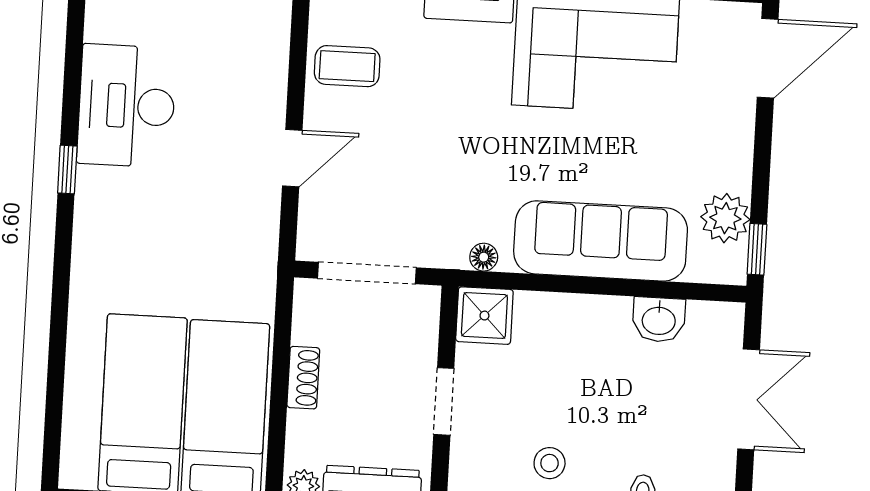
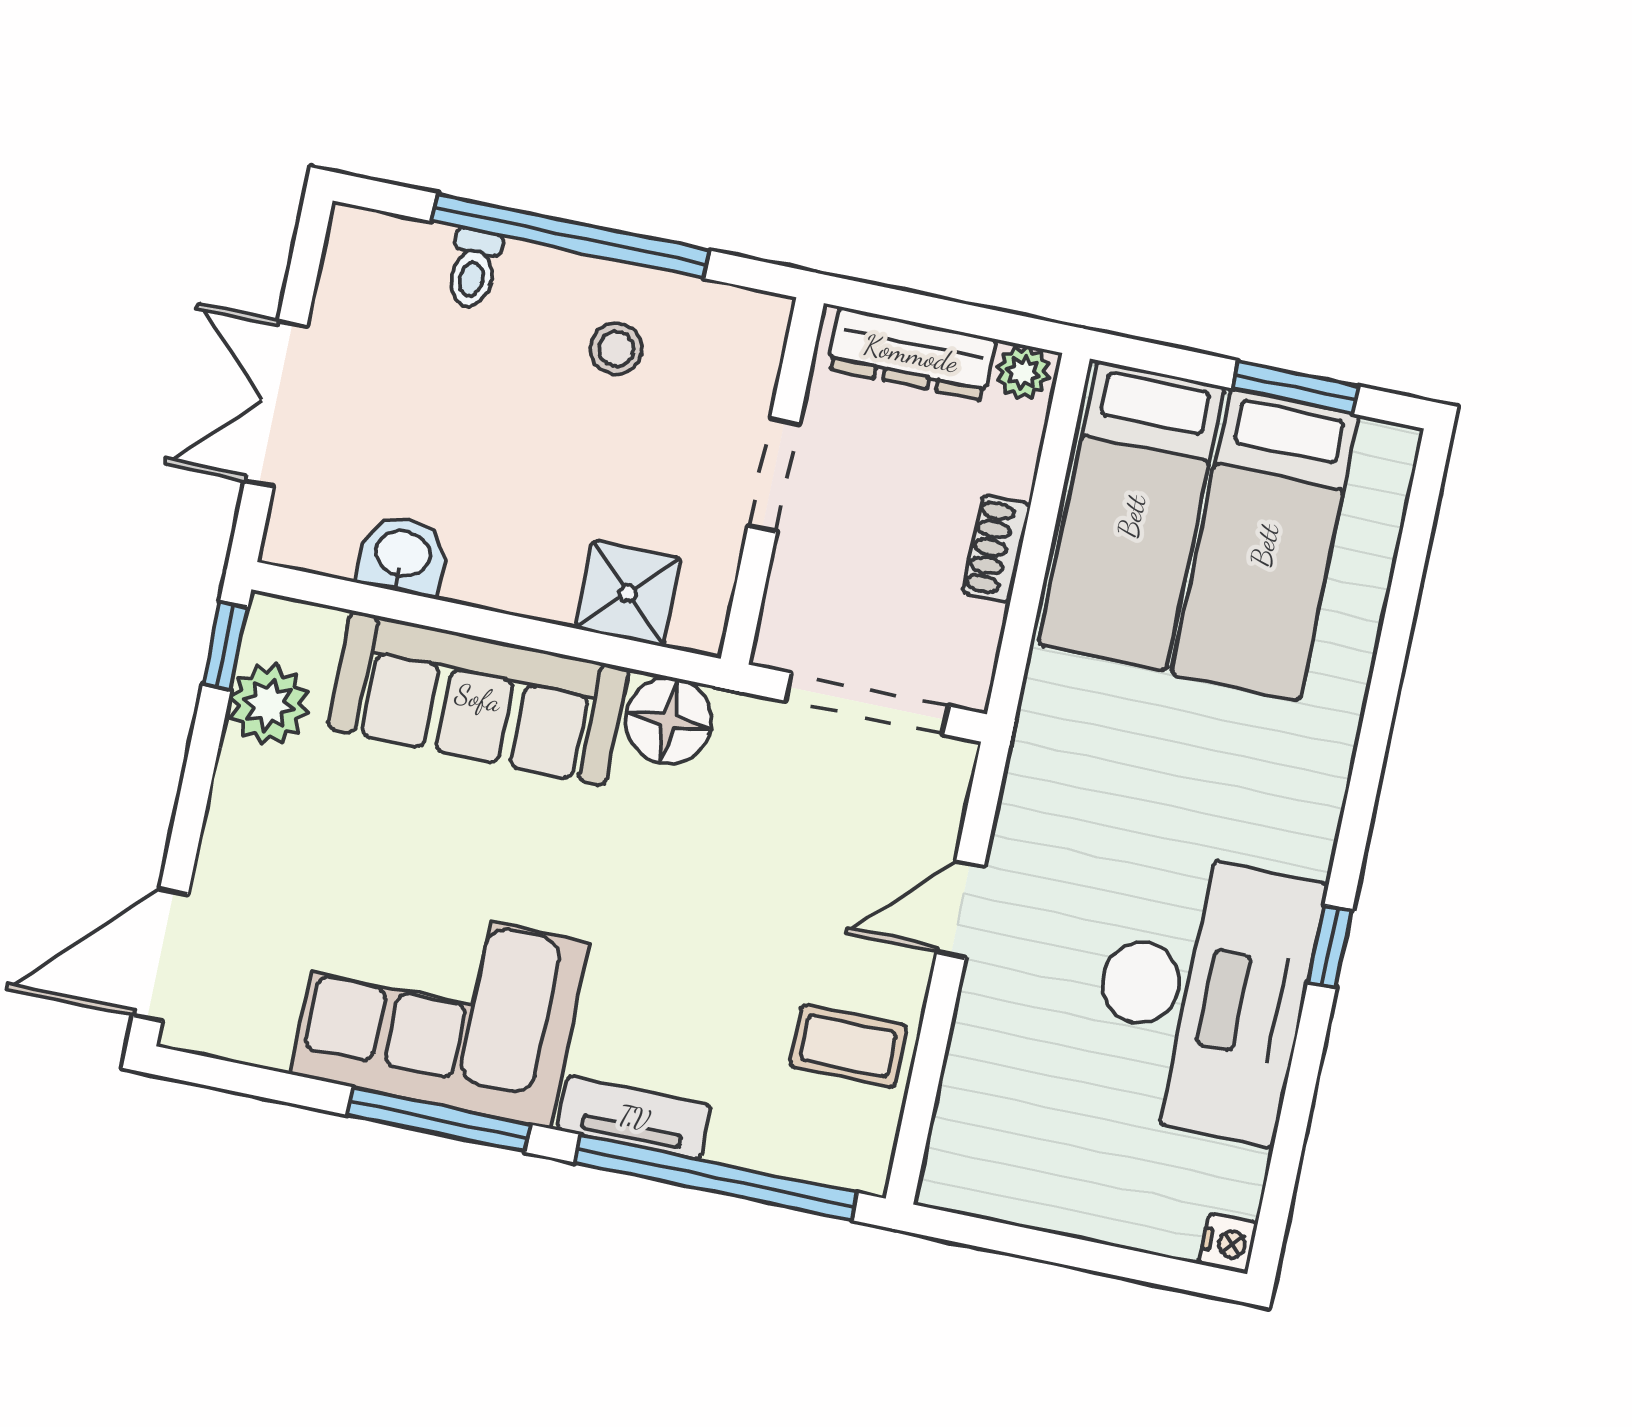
desk: (127, 106) -> (1202, 995), width x1.36, depth x1.30
floor lamp: (484, 257) -> (669, 721), width x1.89, depth x1.89
shower: (484, 316) -> (628, 593), moved

